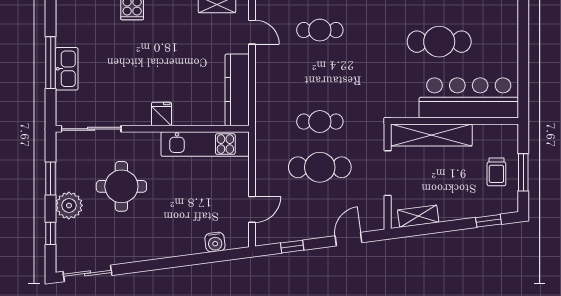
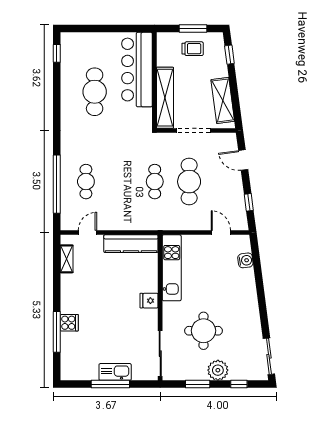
shelving: (418, 216) -> (223, 100), width x1.50, depth x1.33

